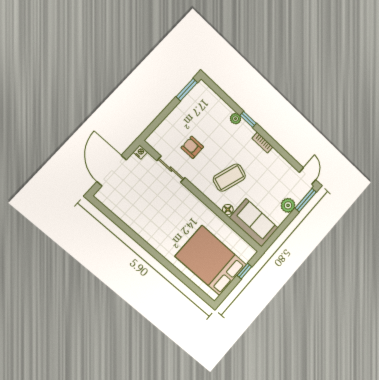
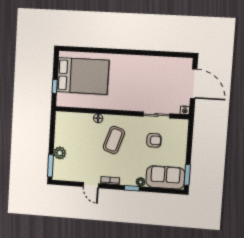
door: (308, 176) -> (91, 185), moved
sofa: (254, 223) -> (165, 177), moved, turned 180

